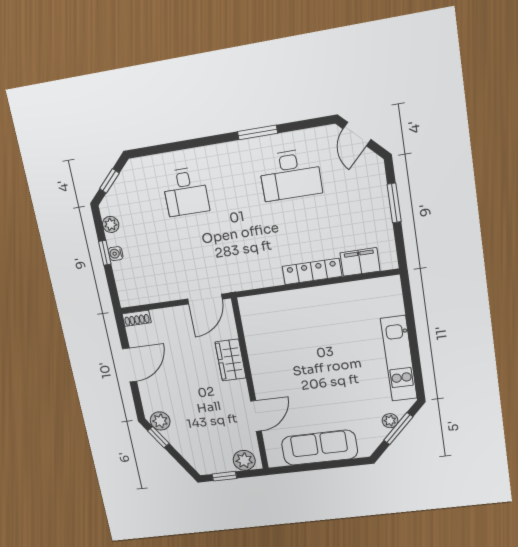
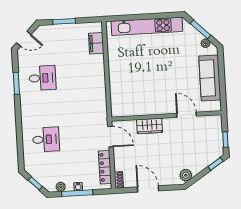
window: (258, 132) -> (16, 83), moved
desk: (290, 175) -> (42, 78), width x0.73
window: (105, 253) -> (77, 193), width x2.17
locker: (312, 271) -> (105, 167), moved
kitchen unit: (399, 359) -> (147, 26), width x1.36
plant: (390, 421) -> (205, 43), moved
window: (158, 437) -> (216, 164), moved
plant: (244, 460) -> (215, 126), removed

